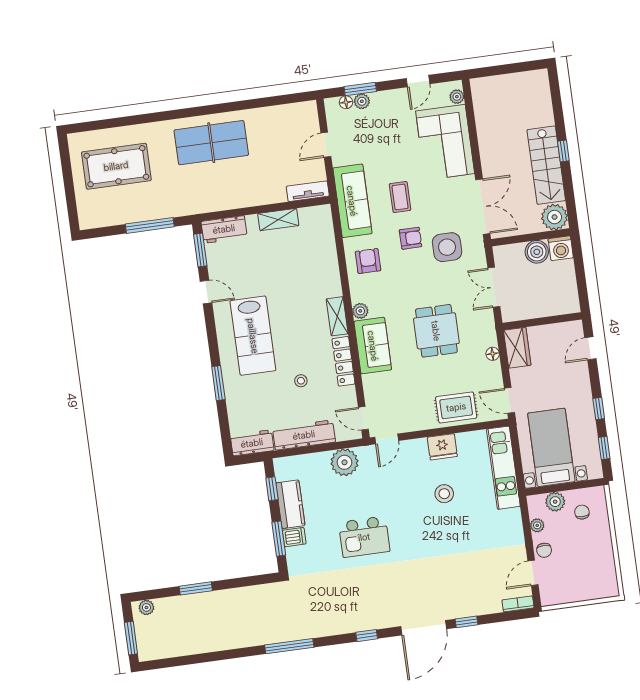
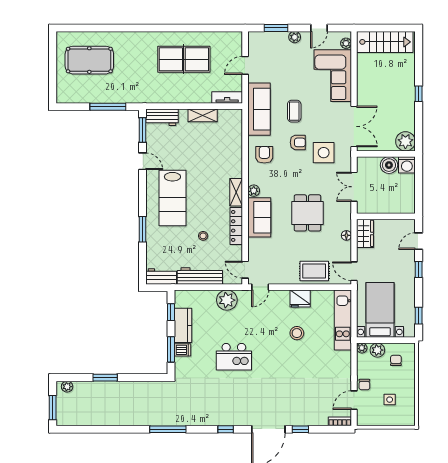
plant: (362, 101) -> (295, 37), moved
floor lamp: (346, 102) -> (264, 36), removed
table tennis table: (211, 143) -> (184, 59), moved
stairs: (546, 165) -> (385, 42), moved, turned -90
window: (599, 409) -> (419, 270), moved
plant: (537, 525) -> (362, 348), moved
side table: (581, 566) -> (390, 400), added

